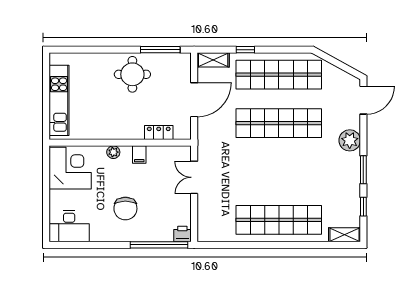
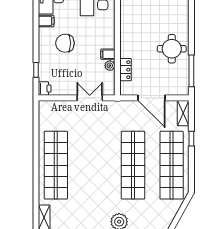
plant: (113, 152) -> (110, 66), moved
filing cabinet: (98, 232) -> (46, 21), added
window: (159, 245) -> (36, 70), width x0.32

